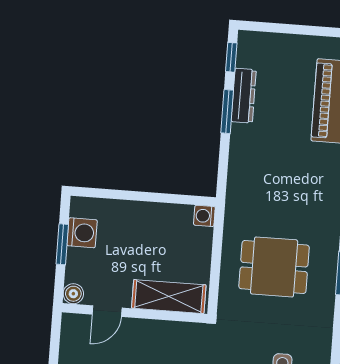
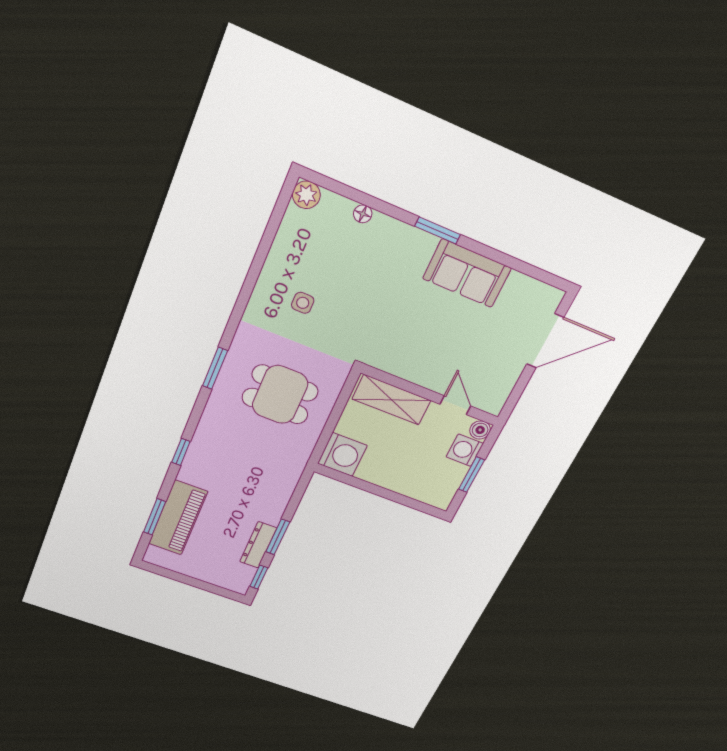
washing machine: (204, 216) -> (342, 455), width x1.89, depth x1.89
washing machine: (82, 233) -> (465, 450), moved
door: (107, 311) -> (455, 405), hinge flipped

